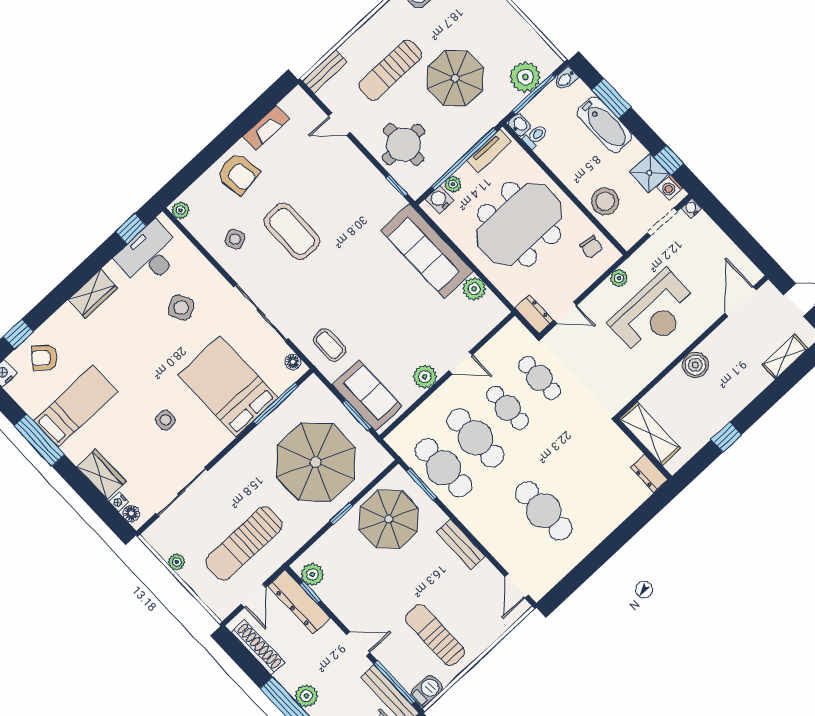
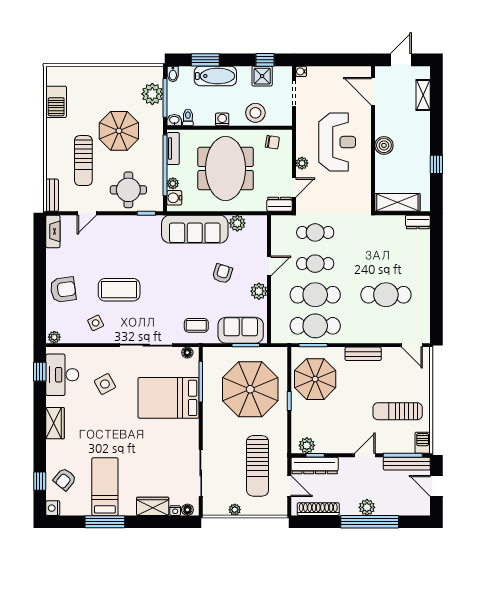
fireplace: (266, 128) -> (53, 231), moved
washing machine: (670, 188) -> (222, 119), moved, turned 180
plant: (619, 278) -> (302, 163), moved
armchair: (408, 322) -> (222, 274), added
side table: (165, 420) -> (156, 447), removed

